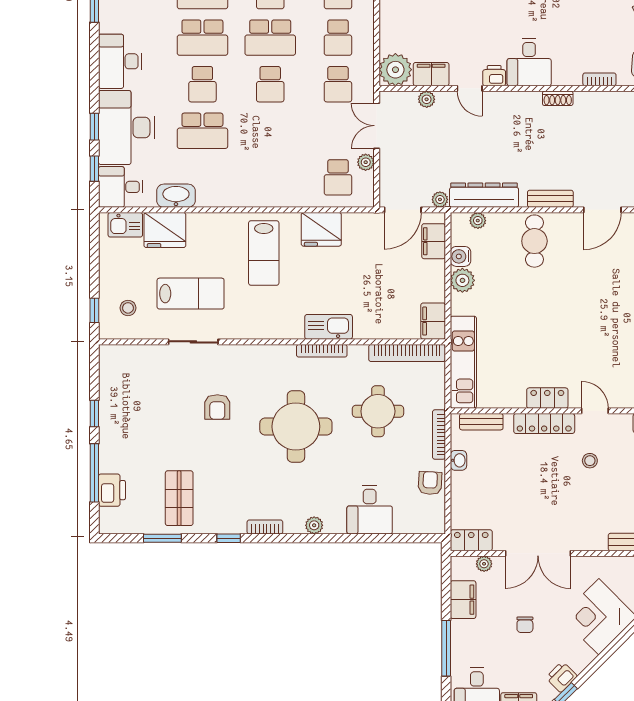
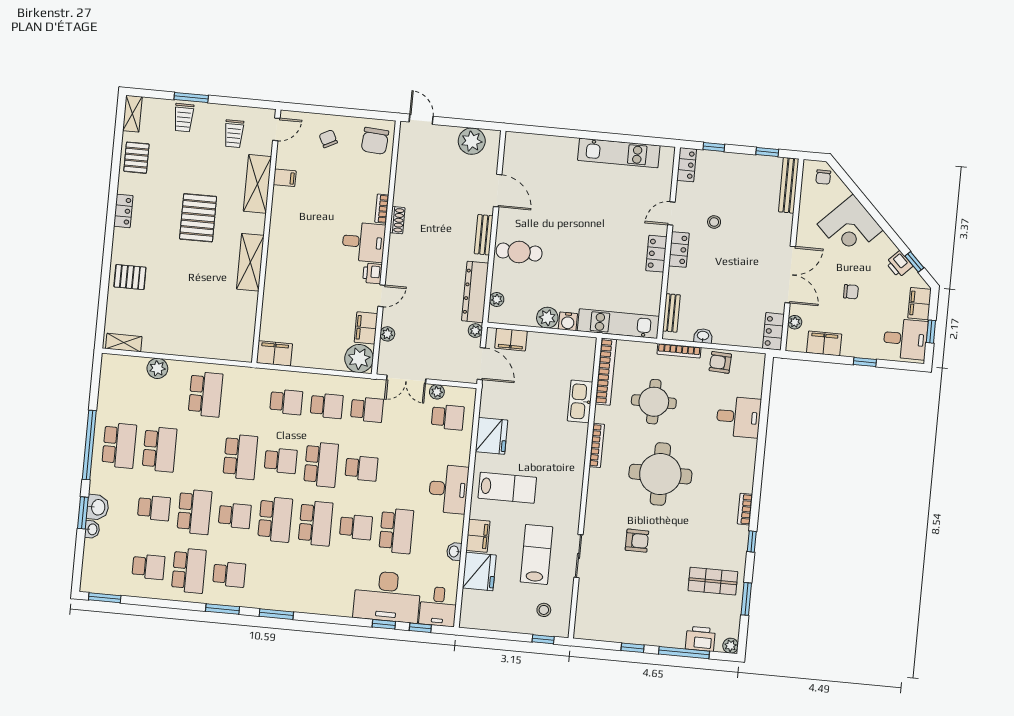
desk: (120, 61) -> (448, 489), moved, turned -90
bookcase: (599, 79) -> (382, 209), moved
washbasin: (176, 196) -> (454, 551), width x0.52, depth x0.69
kitchen sink: (125, 225) -> (471, 605), removed
water cooler: (460, 256) -> (568, 321), moved
filing cabinet: (433, 321) -> (478, 536), moved, turned -90
kitchen sink: (329, 327) -> (580, 401), moved
locker: (544, 424) -> (679, 249), width x0.66
plant: (314, 525) -> (731, 646), moved
window: (446, 648) -> (865, 362), width x0.46

